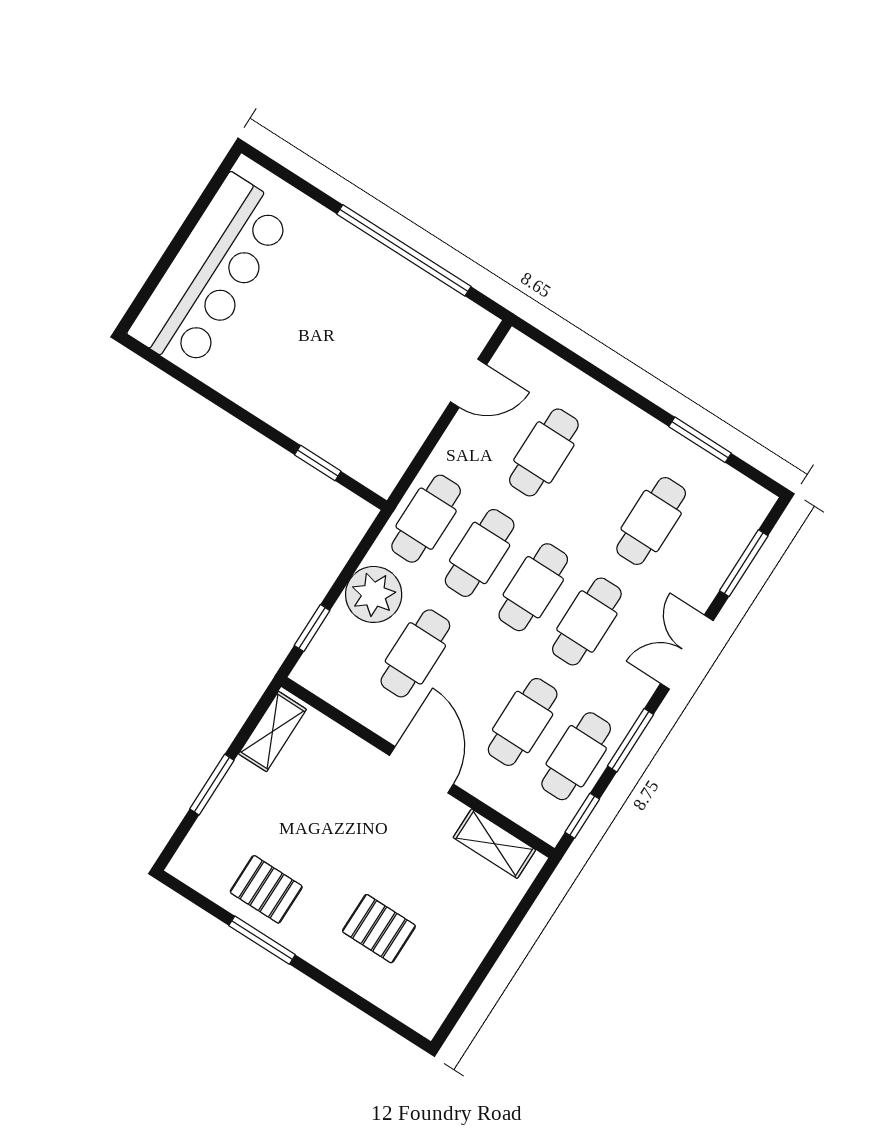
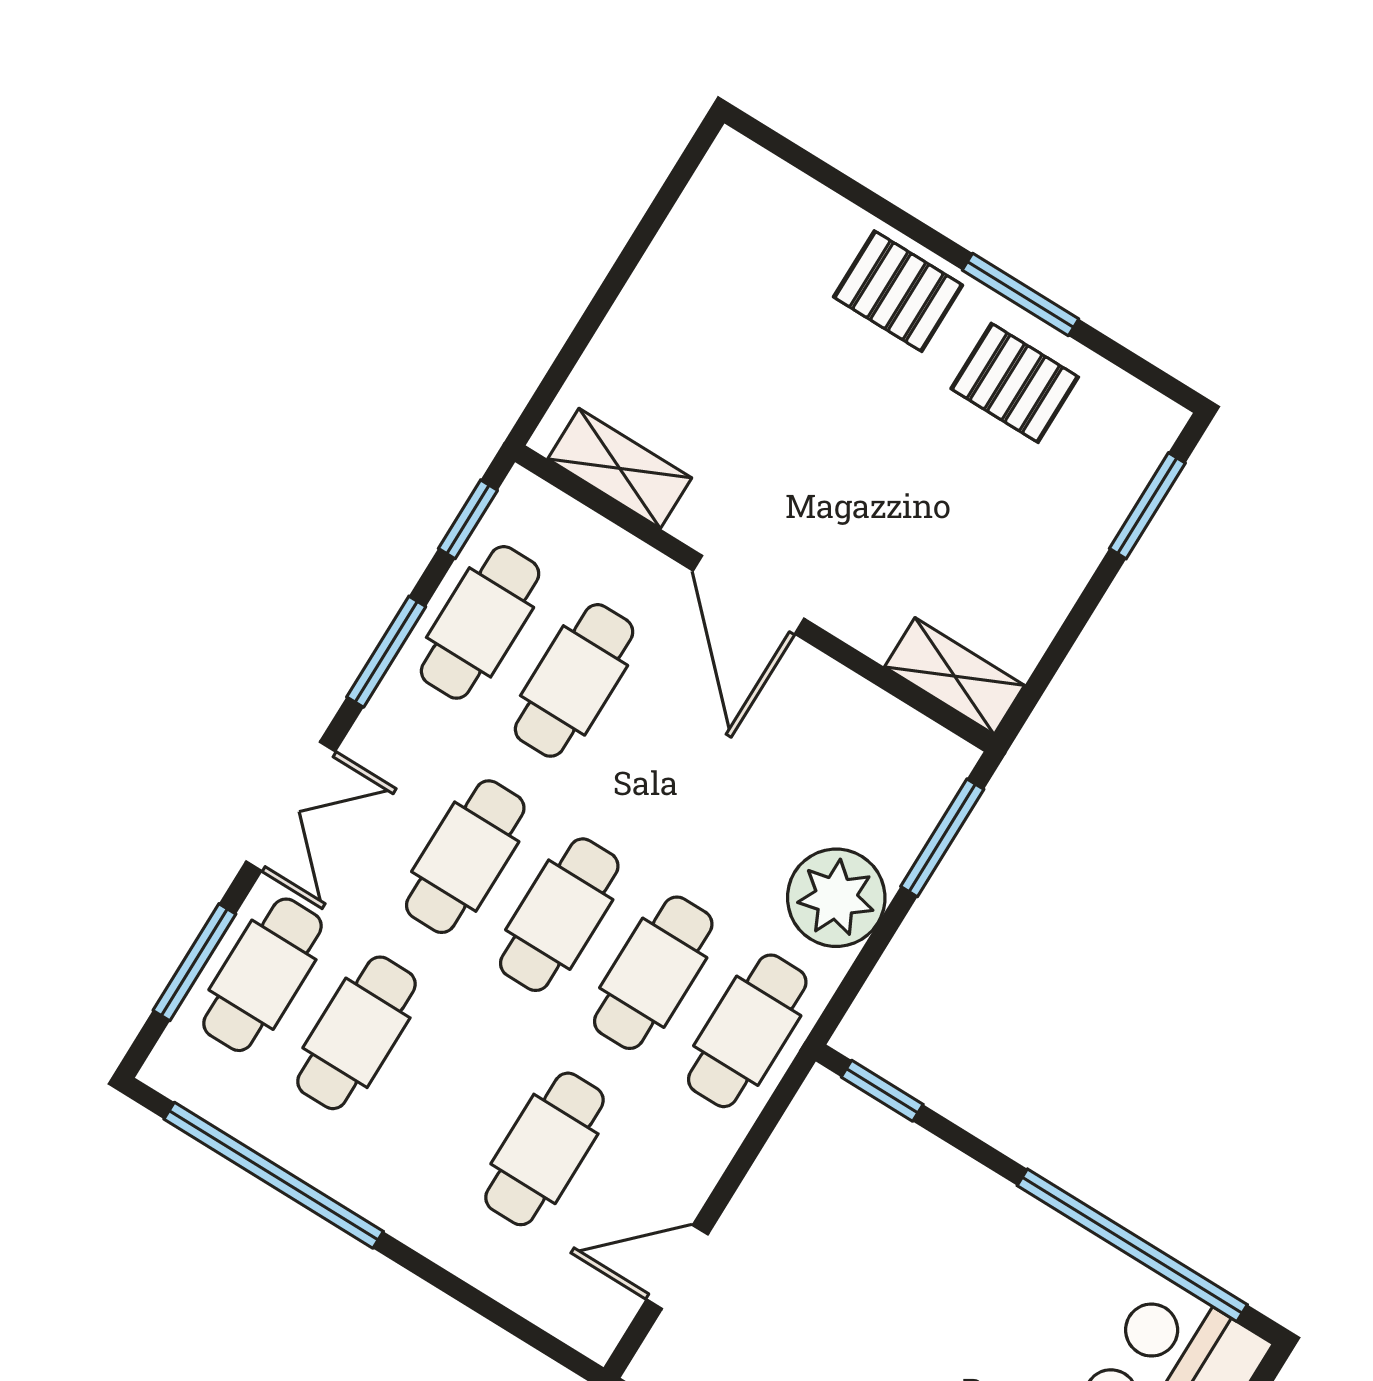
window: (206, 392) -> (1132, 1245), added
window: (700, 440) -> (274, 1175), width x2.11
window: (318, 463) -> (882, 1091), moved
window: (312, 628) -> (942, 838), width x1.50
cafe table: (415, 653) -> (262, 975), moved
shelving: (272, 732) -> (955, 676), moved, turned 90
window: (212, 785) -> (1147, 506), moved
pallet: (379, 929) -> (898, 291), moved

